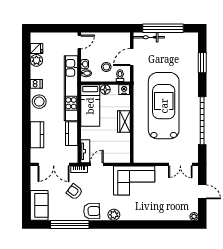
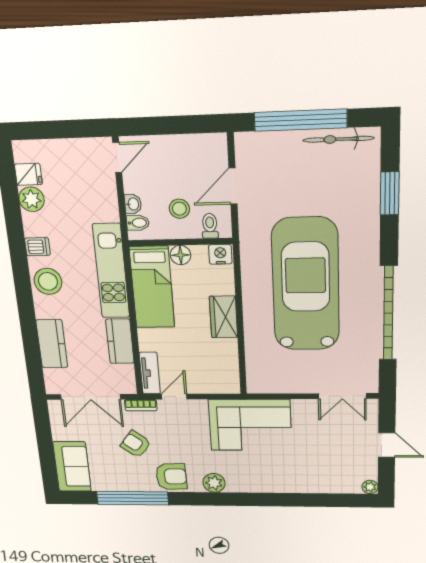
bicycle: (149, 37) -> (338, 139), moved
kitchen unit: (71, 88) -> (111, 271), width x0.73

